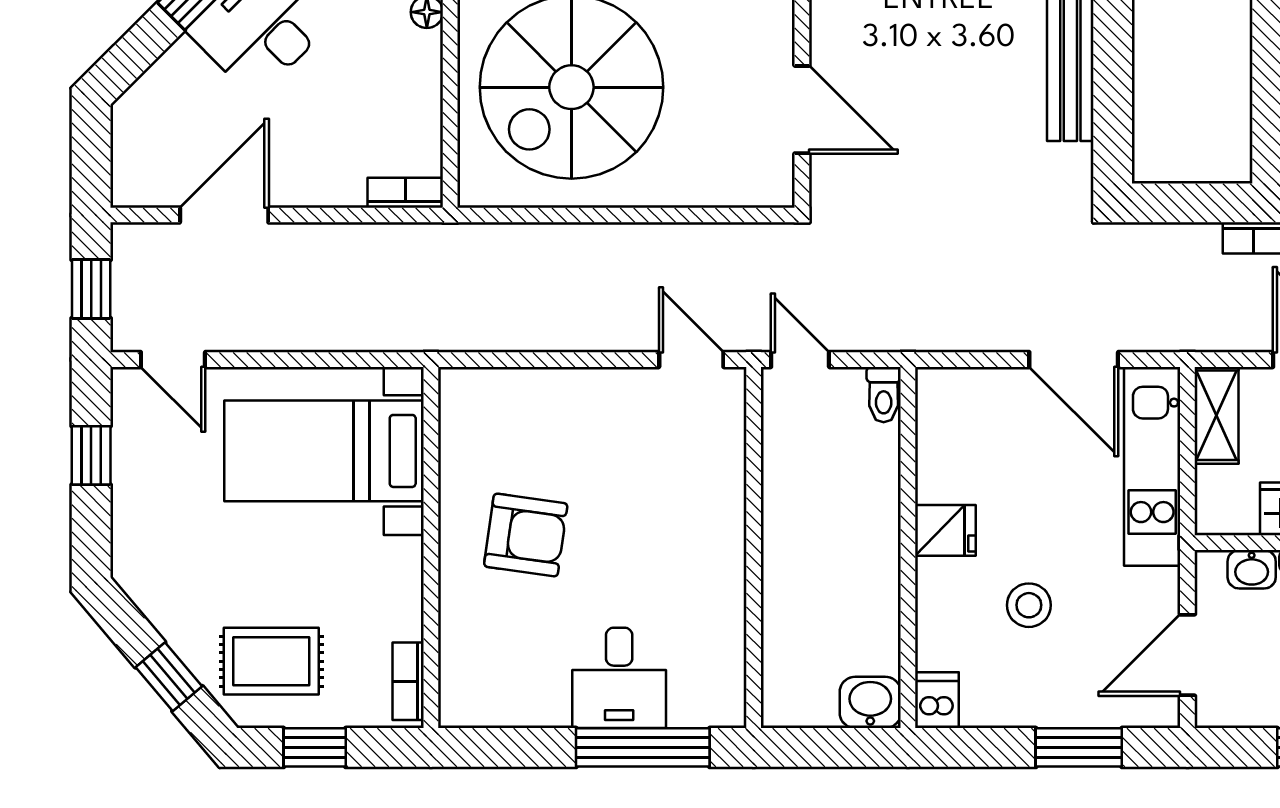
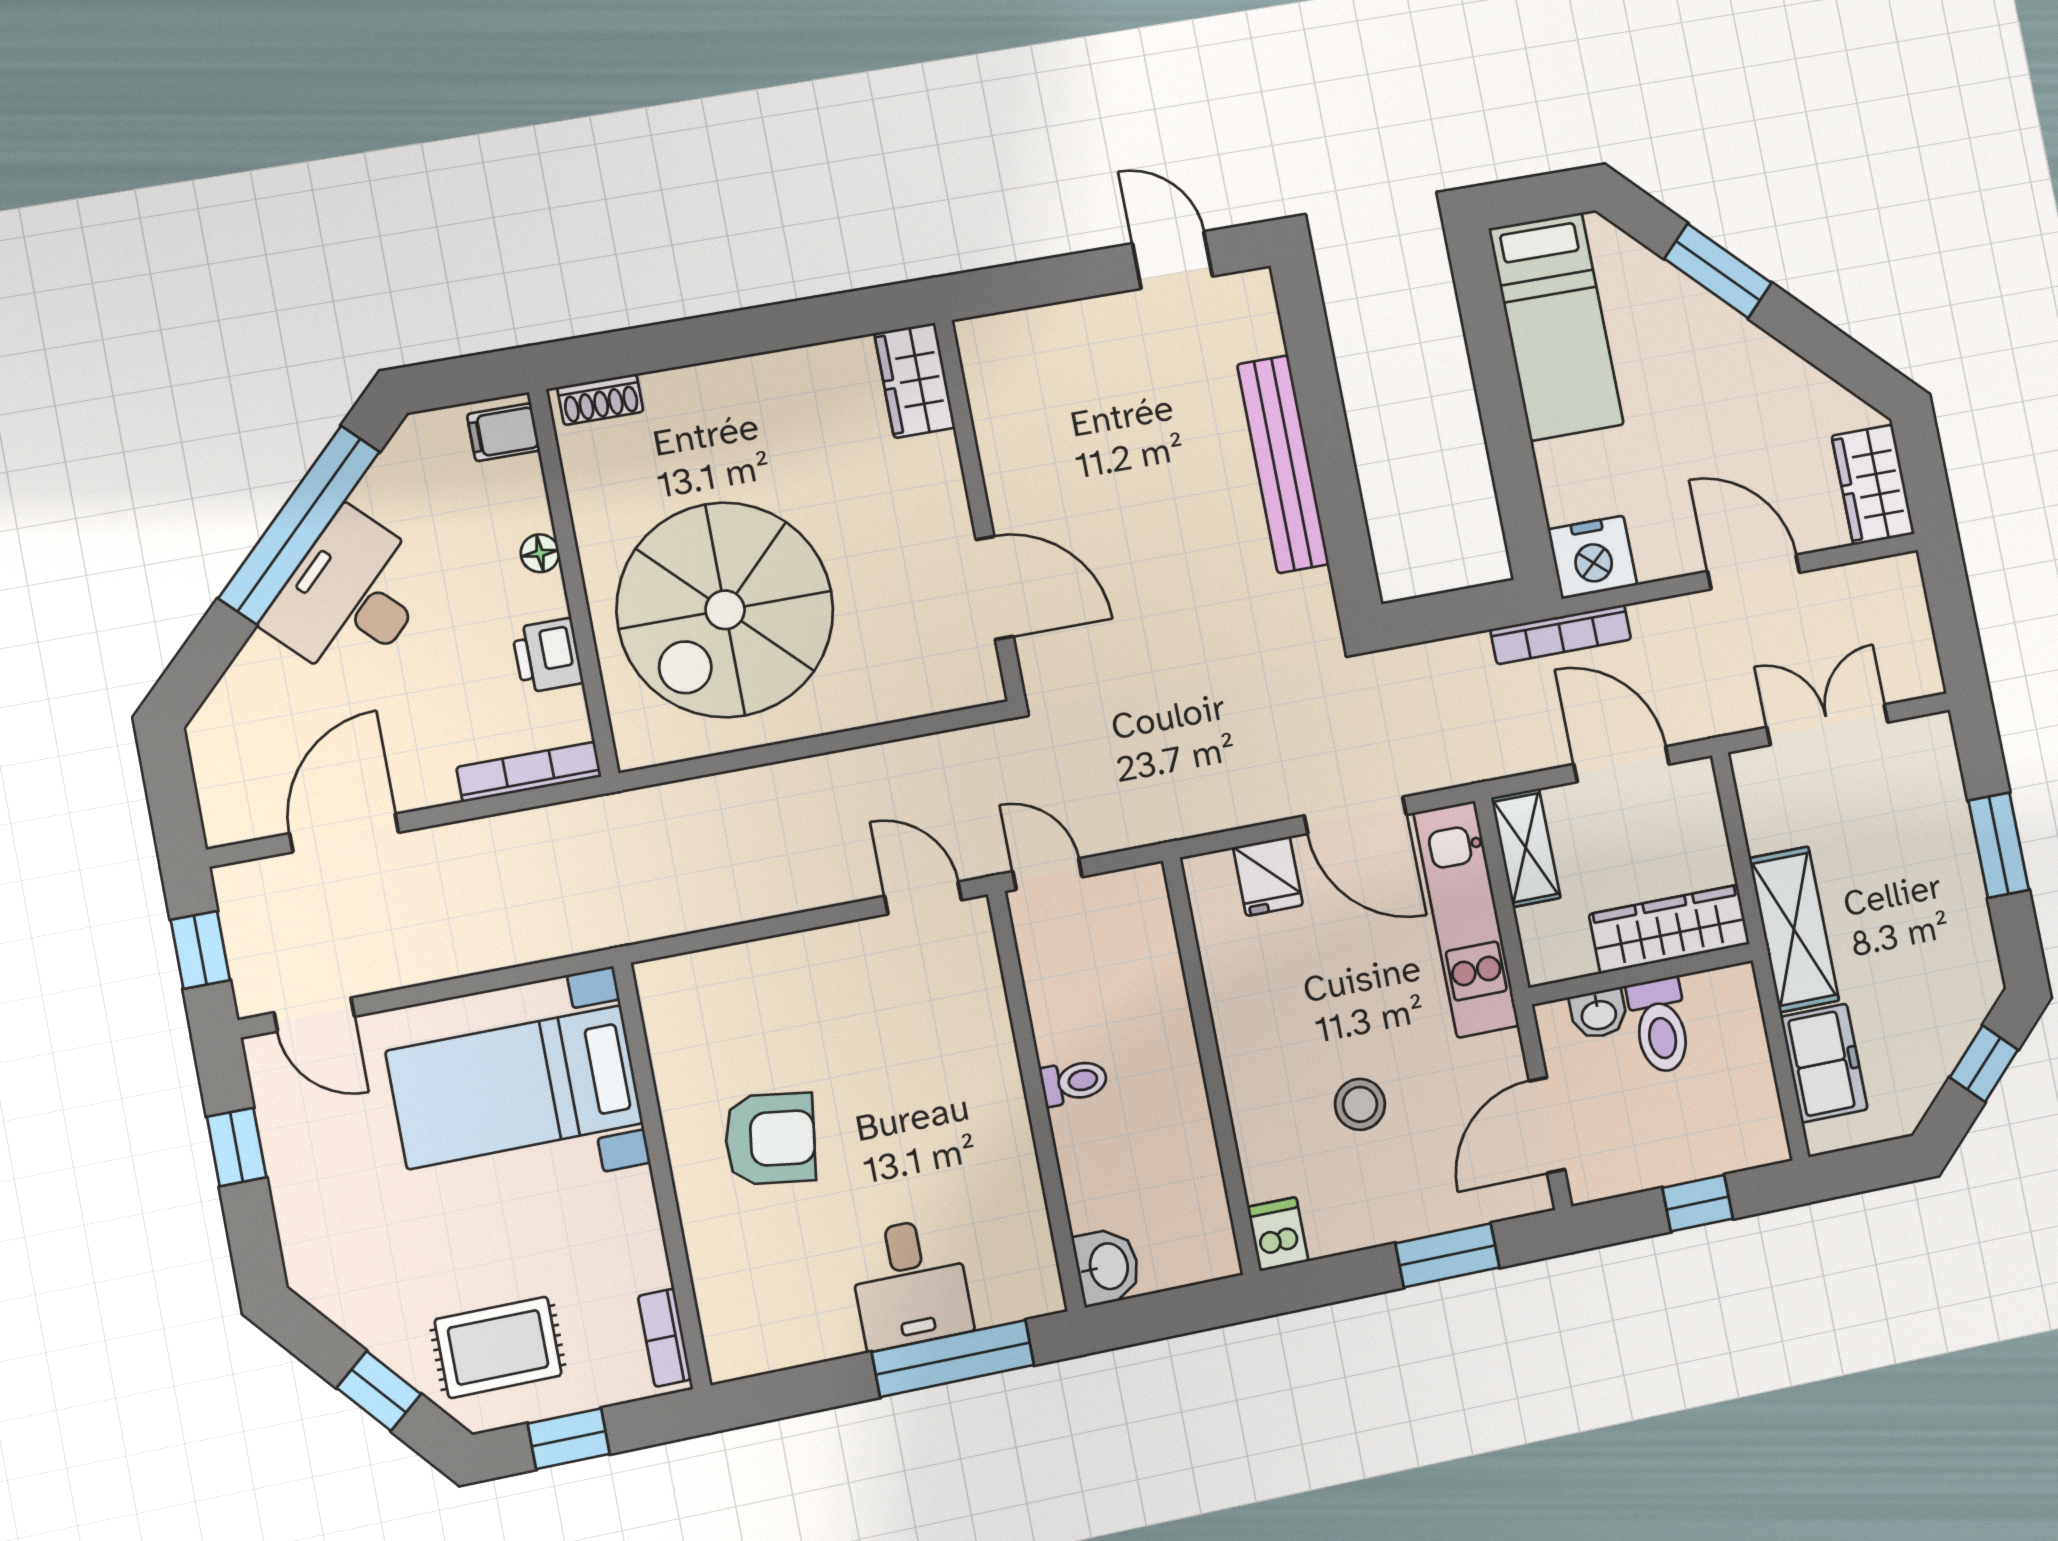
printer: (417, 99) -> (547, 656), added
bookcase: (405, 193) -> (529, 772), width x1.56
toilet: (884, 395) -> (1074, 1082), moved, turned -90
fridge: (945, 530) -> (1268, 876), moved, turned 90
washbasin: (870, 702) -> (1107, 1267), moved, turned 90

